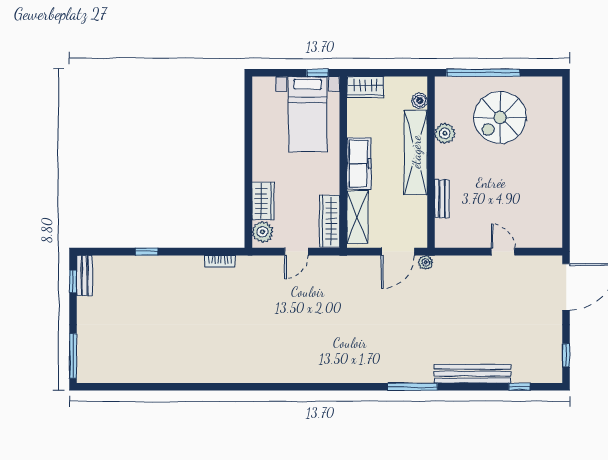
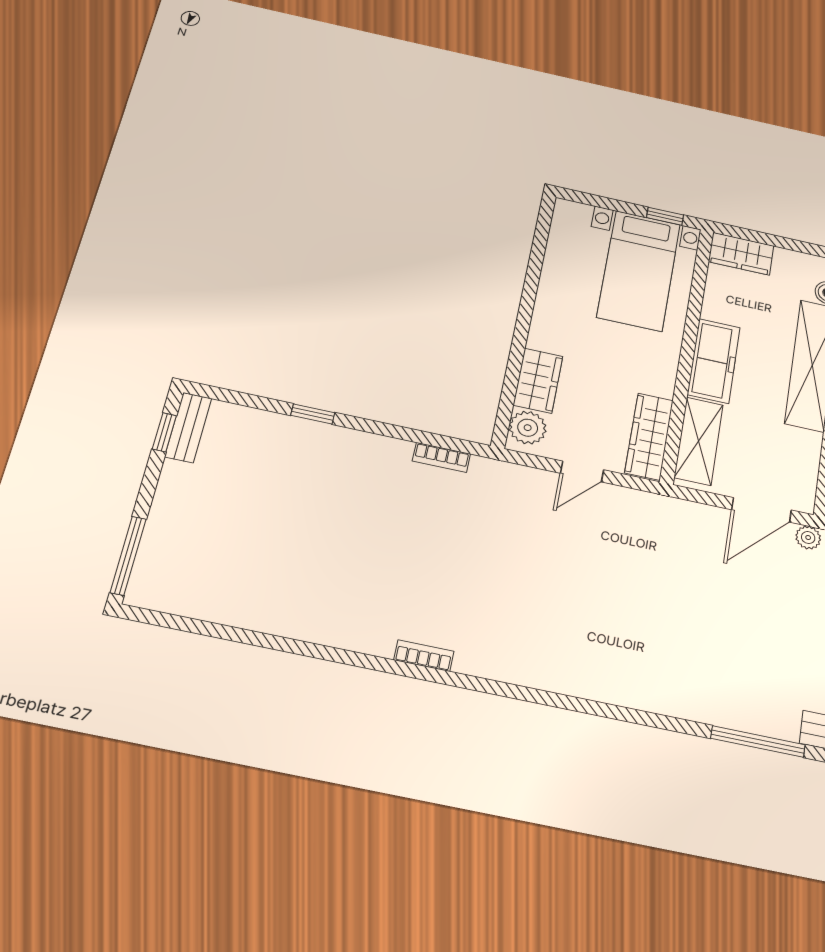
bookcase: (233, 377) -> (424, 656), added

